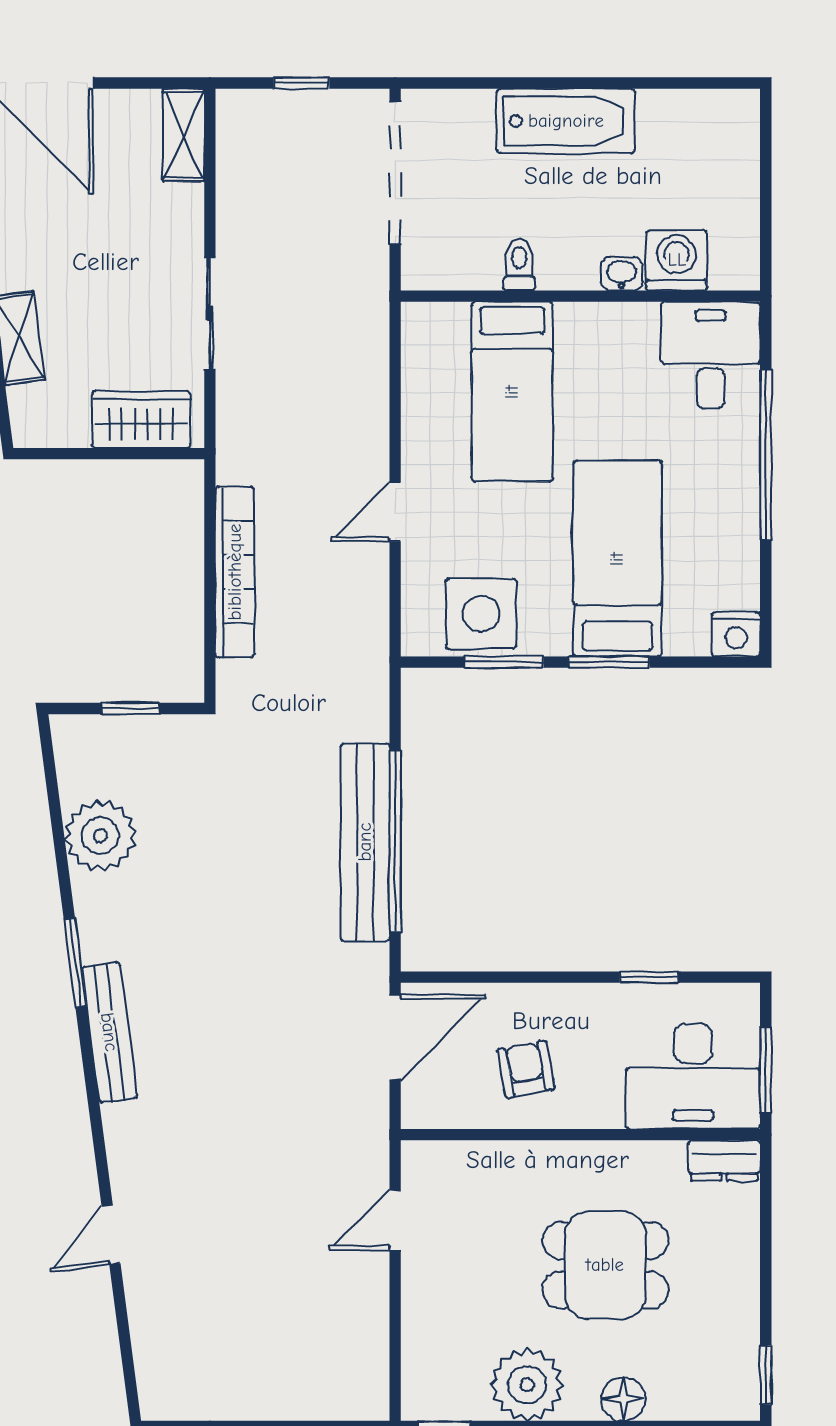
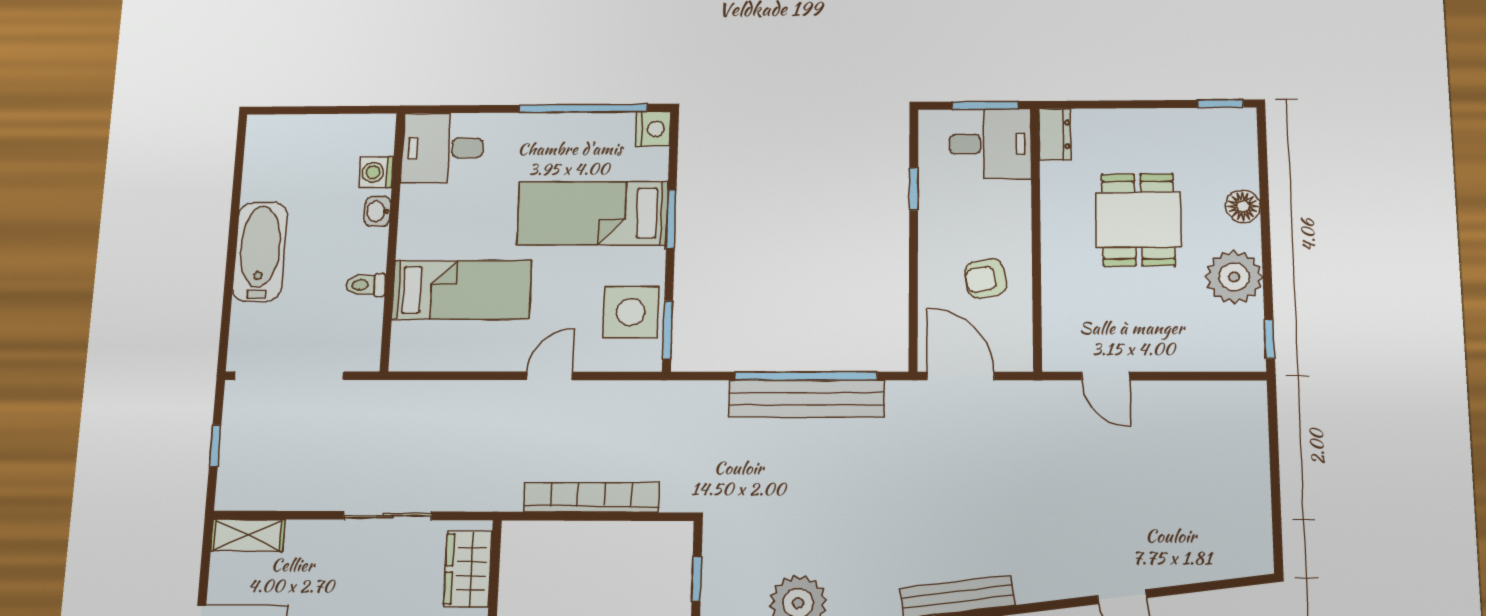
washing machine: (677, 260) -> (376, 172), width x0.73, depth x0.73
window: (766, 455) -> (583, 108), moved
door: (395, 512) -> (550, 376), swing flipped
window: (504, 662) -> (668, 330), moved
desk: (693, 1076) -> (990, 144), width x0.73

